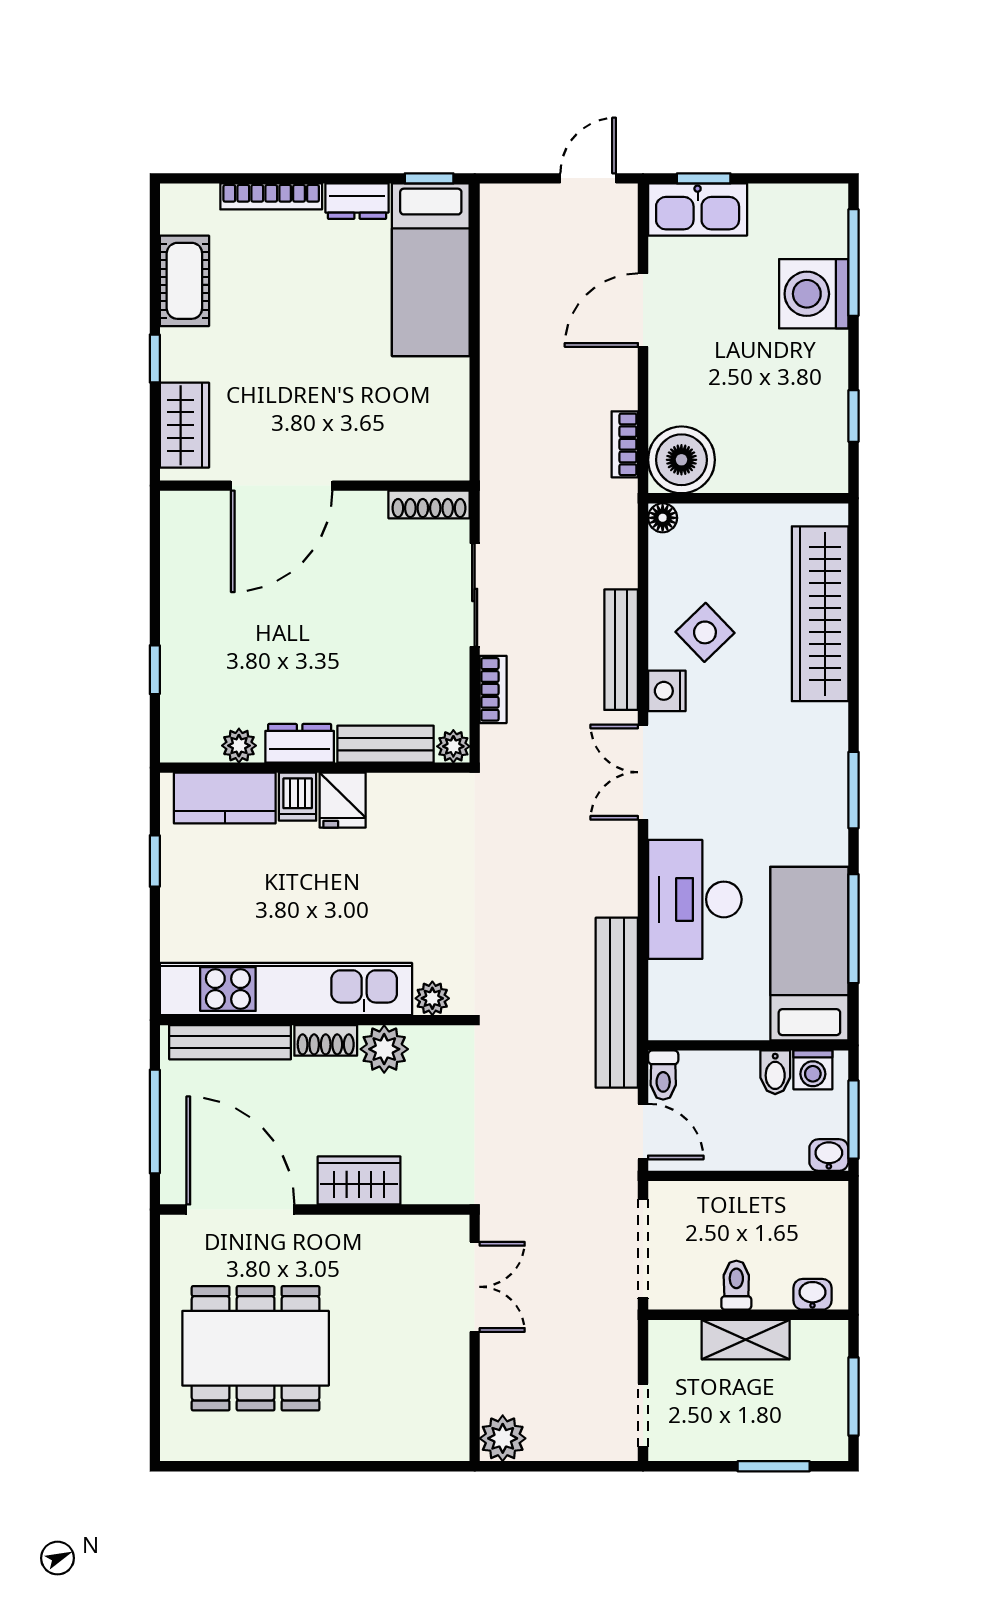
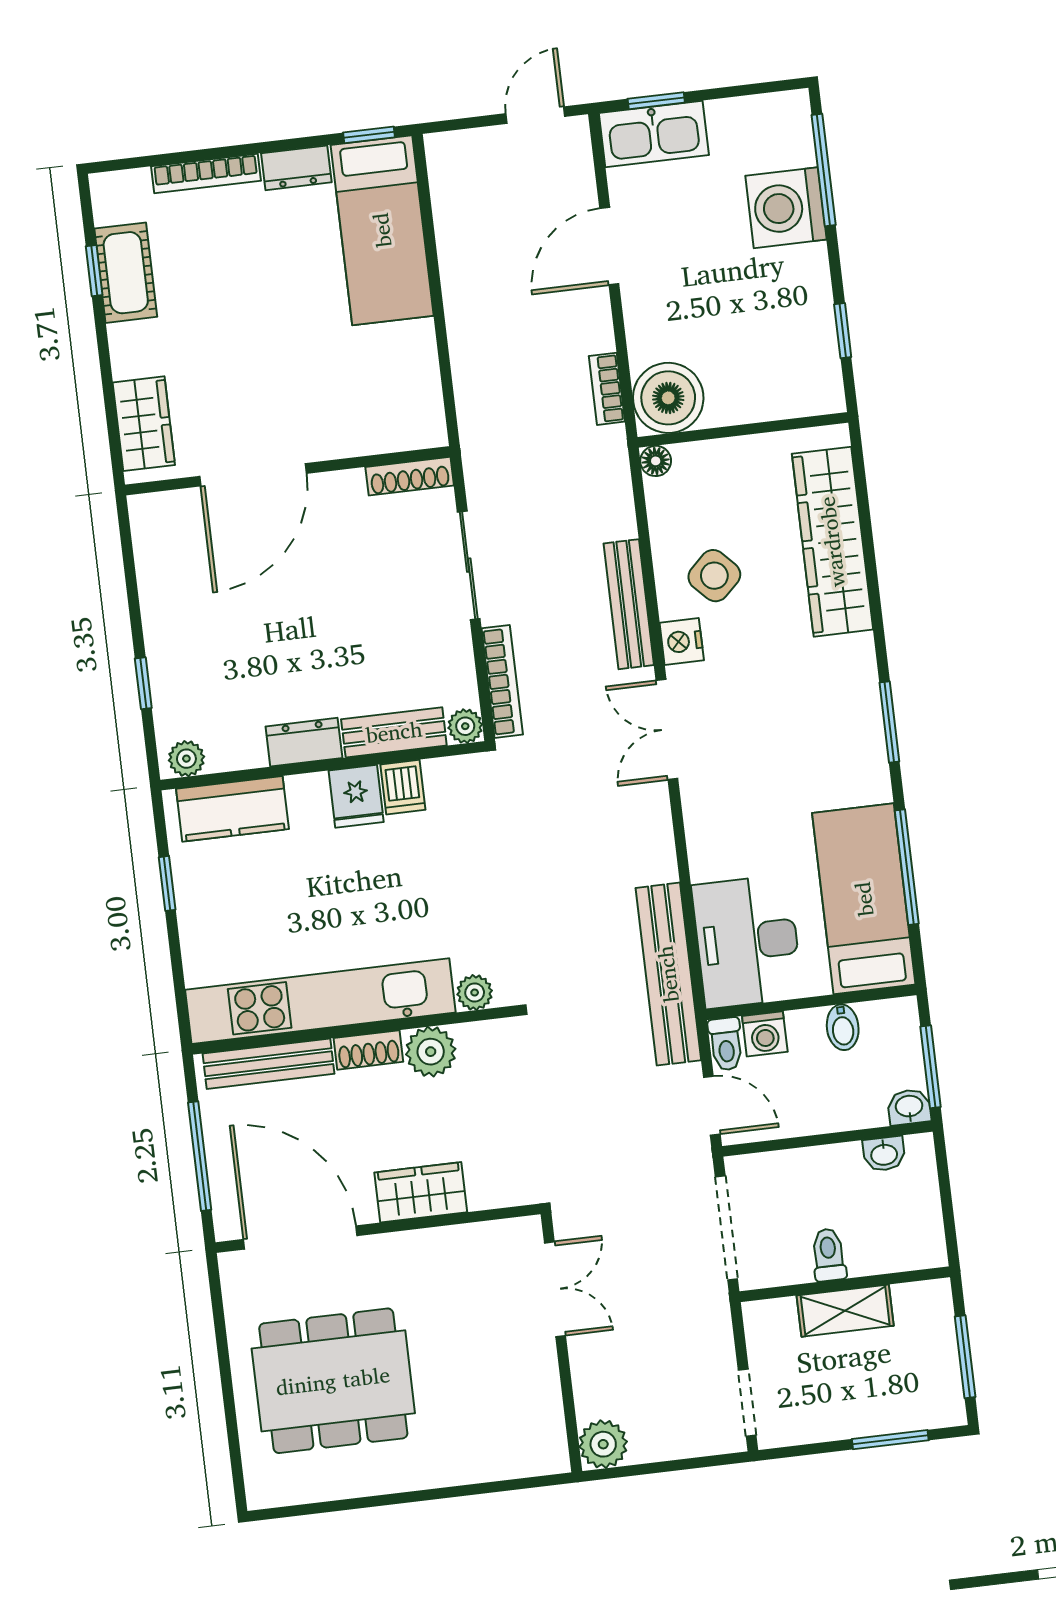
window: (155, 358) -> (94, 271), moved
bookcase: (493, 689) -> (502, 681), width x1.56
plant: (239, 746) -> (186, 759), moved
dishwasher: (298, 797) -> (403, 787), moved
desk: (695, 899) -> (747, 941), moved
washing machine: (813, 1070) -> (765, 1034), moved
washbasin: (812, 1294) -> (884, 1154), moved, turned 180

